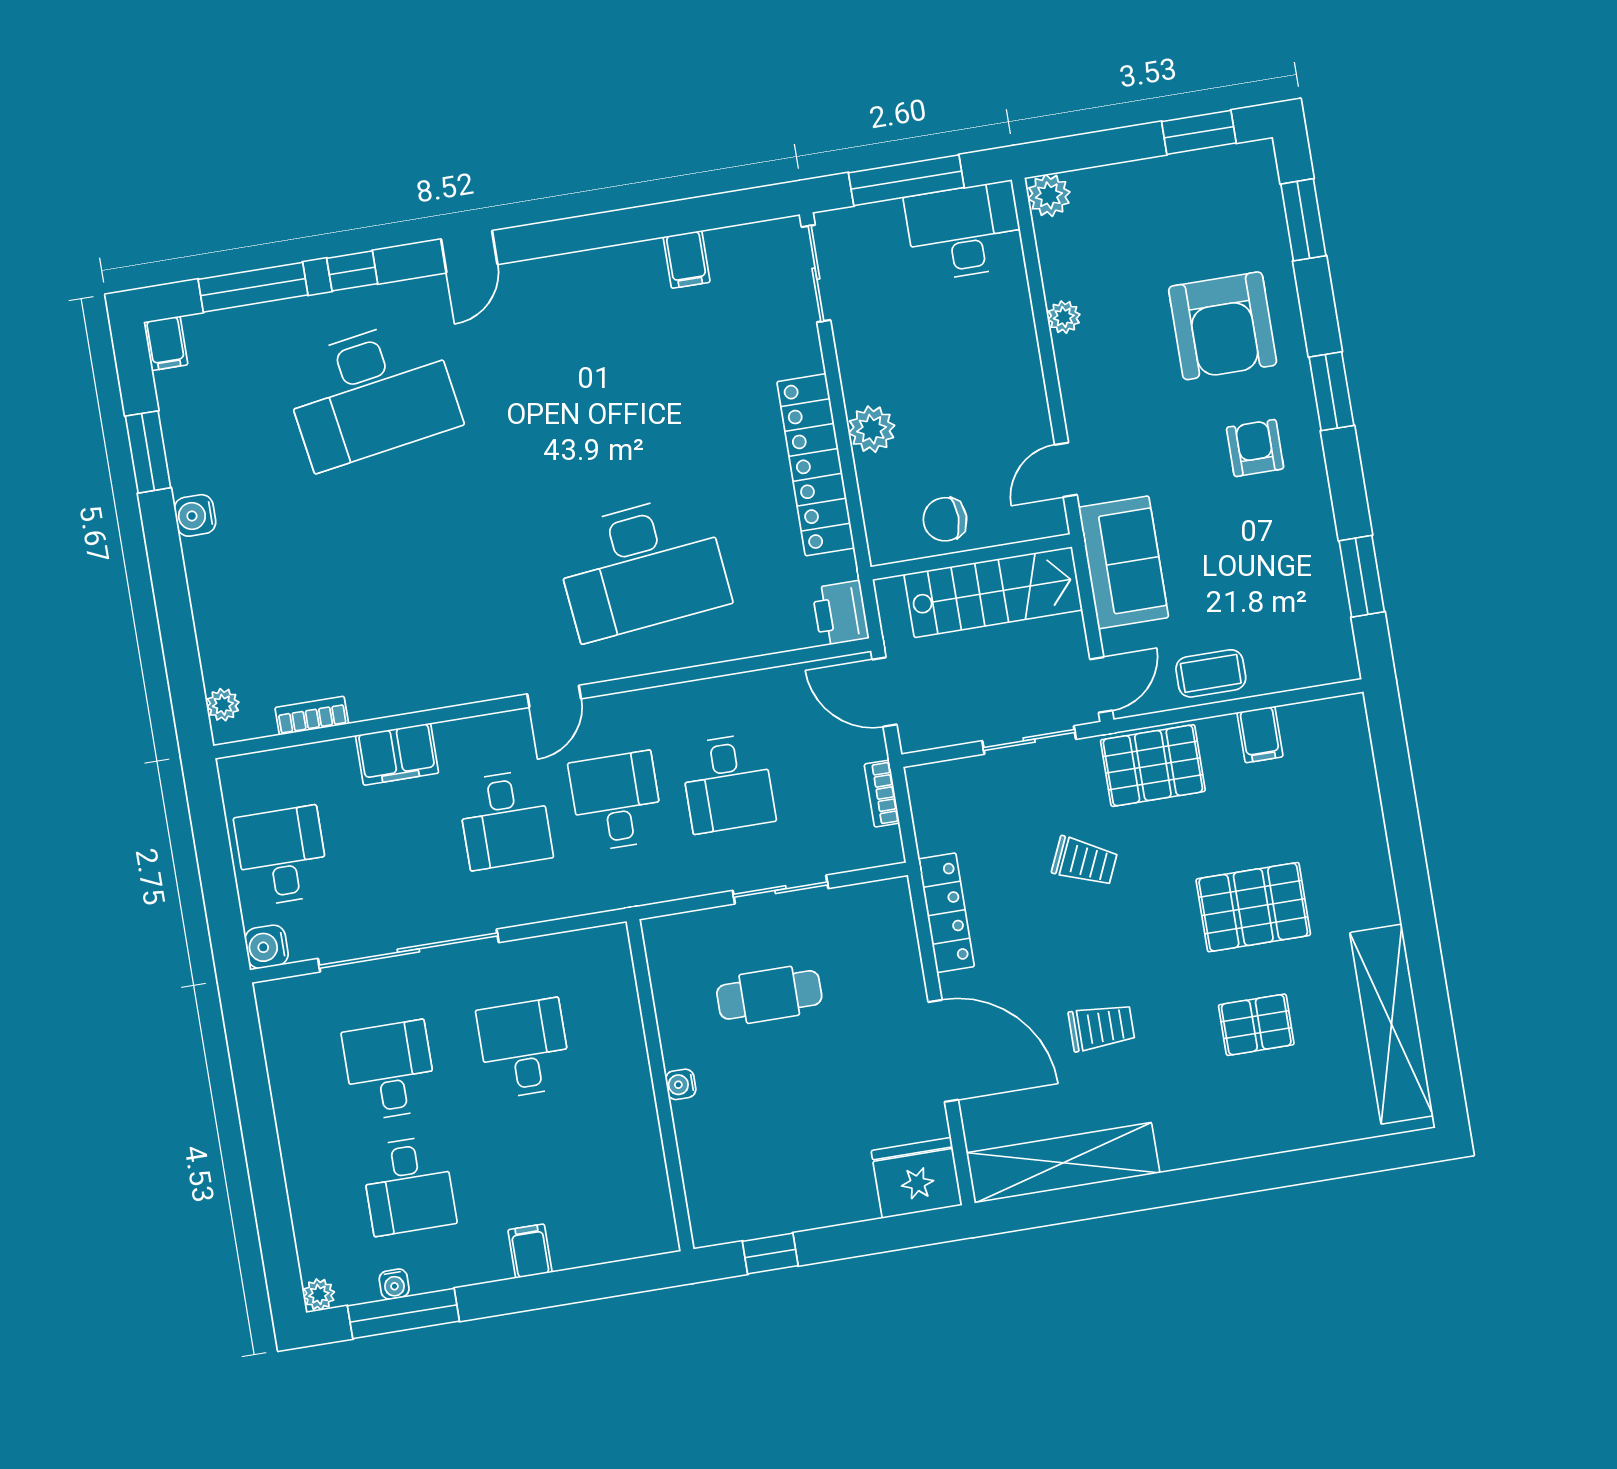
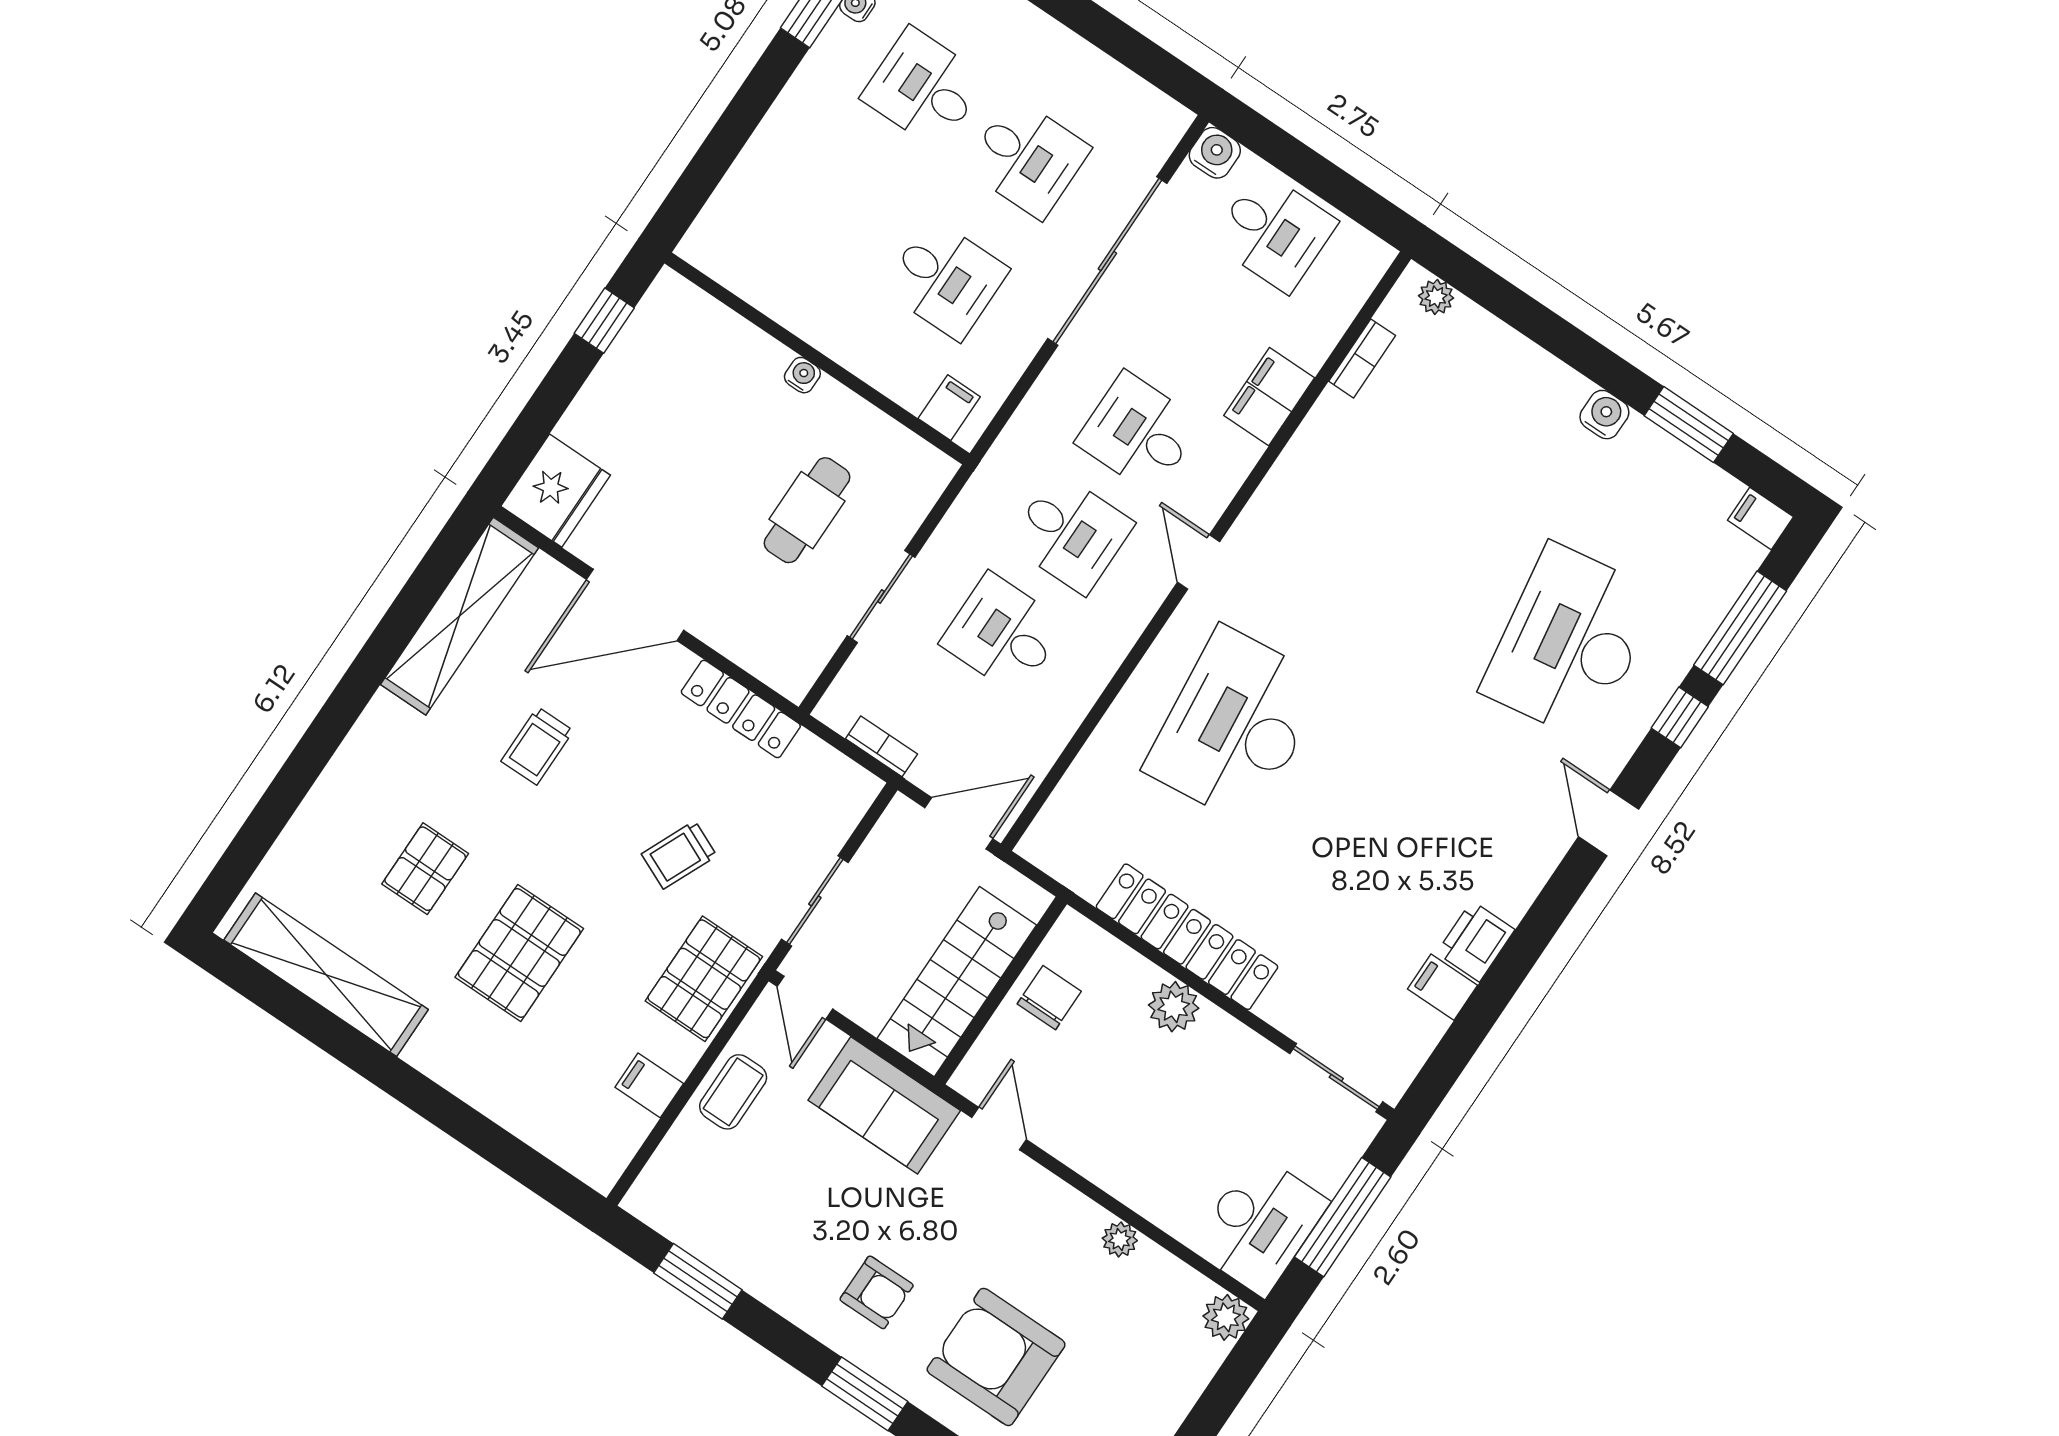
printer: (841, 613) -> (1476, 941), moved, turned -90
filing cabinet: (530, 1251) -> (949, 408), moved, turned -90

